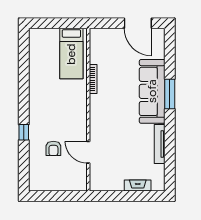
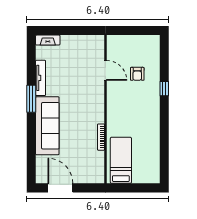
window: (170, 94) -> (31, 99), moved
armchair: (53, 148) -> (137, 74), turned 180
fireplace: (138, 186) -> (48, 40), moved

